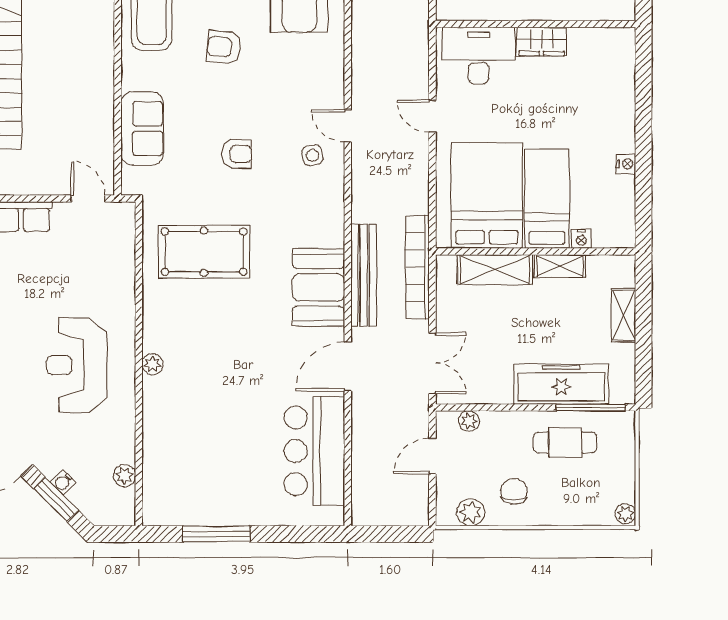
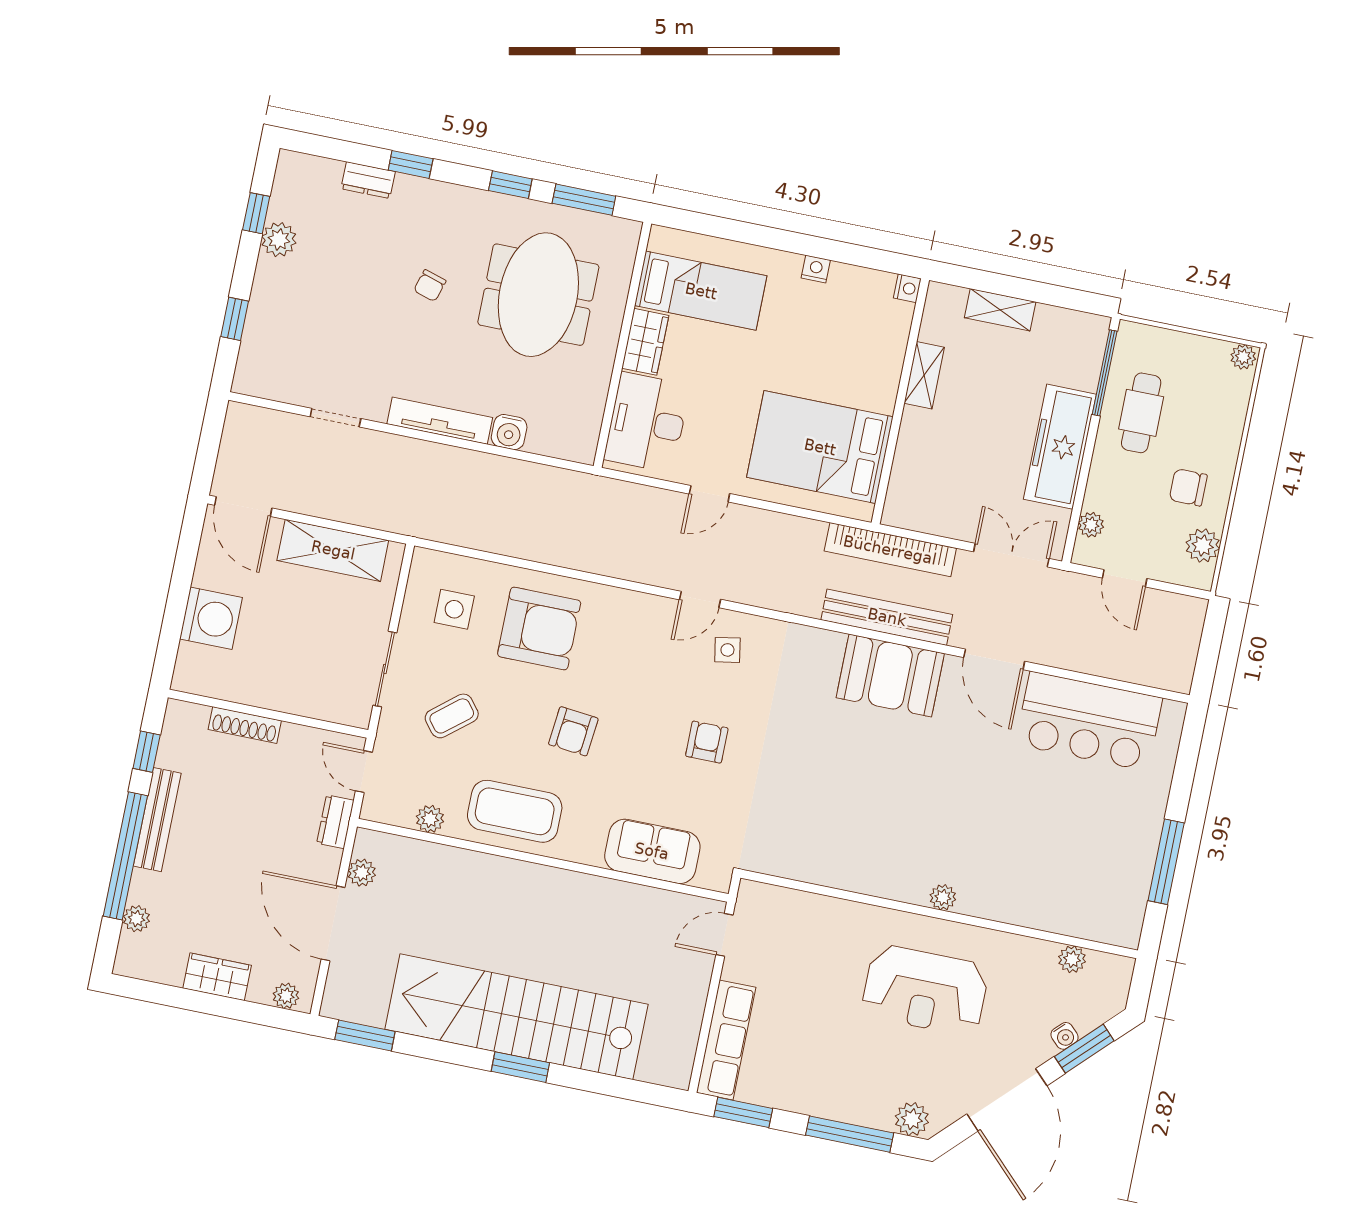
bed: (547, 199) -> (701, 291), moved, turned 180
nightstand: (581, 239) -> (907, 288), moved
pool table: (204, 252) -> (818, 806), removed
shelving: (495, 270) -> (912, 456), removed
freezer: (561, 384) -> (1060, 447), moved

